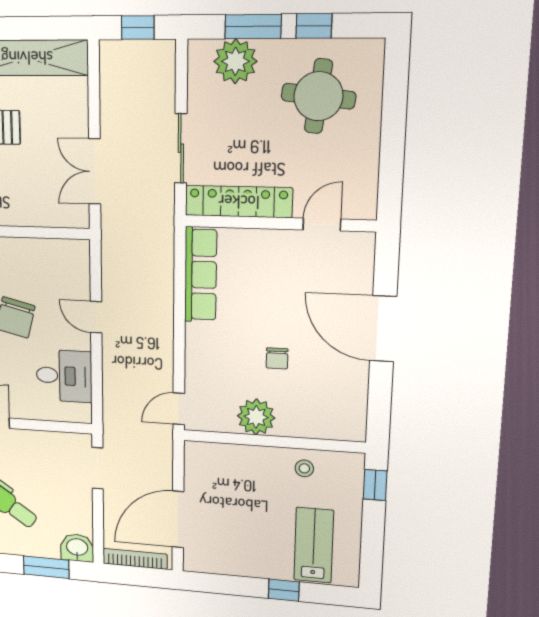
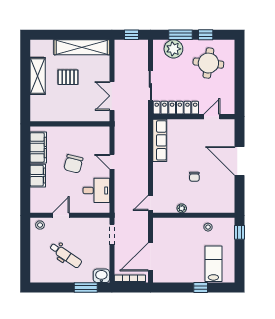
plant: (256, 417) -> (182, 208), width x0.53, depth x0.53

